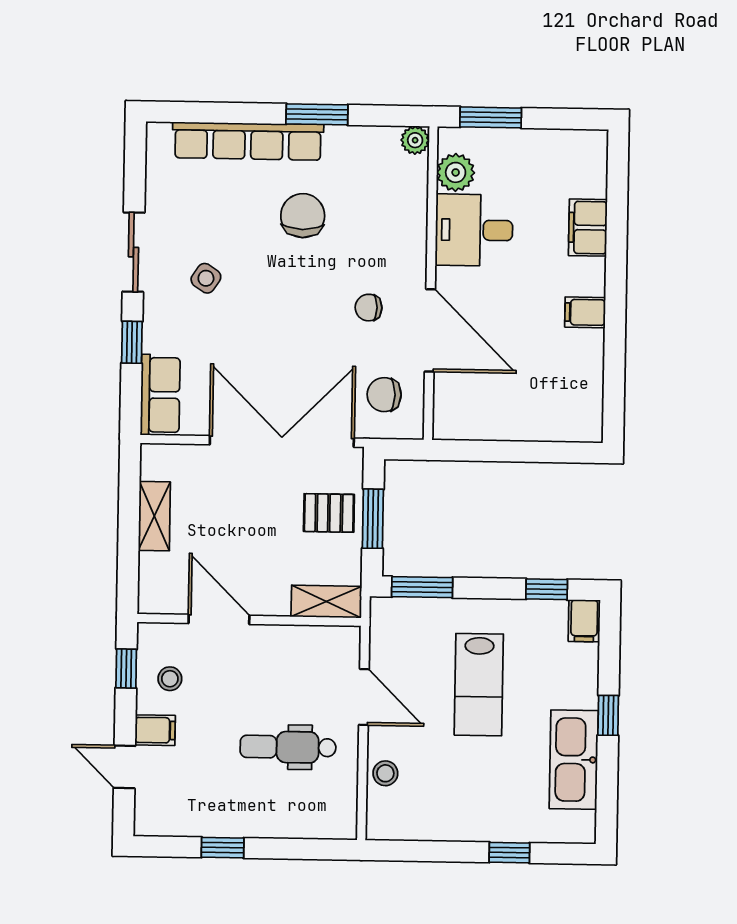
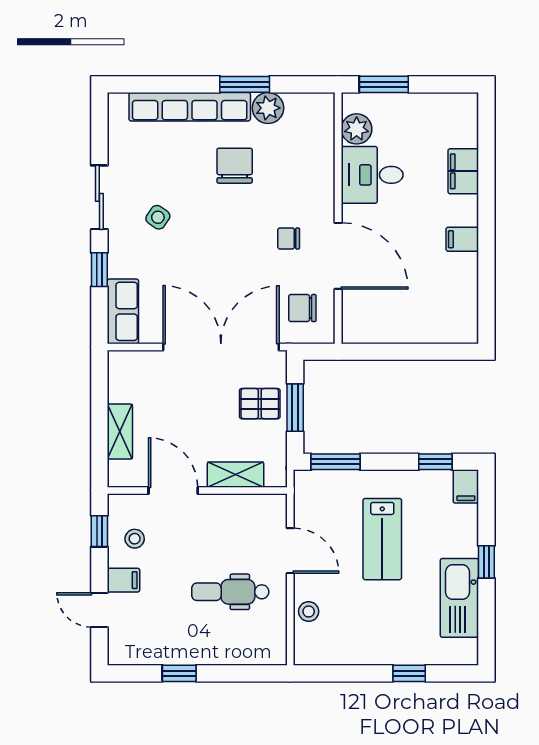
plant: (415, 140) -> (268, 108), moved, width x1.38, depth x1.38
shelving: (154, 516) -> (120, 432), moved
shelving: (326, 601) -> (236, 475), moved

